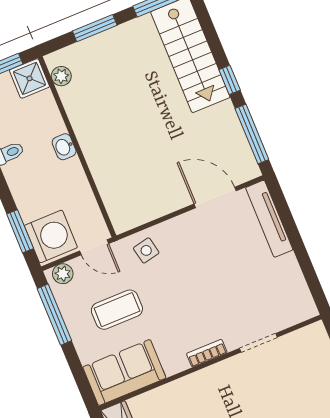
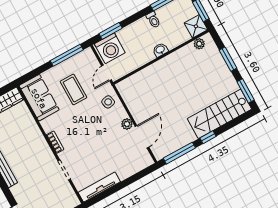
tv unit: (269, 219) -> (99, 187), moved
plant: (63, 274) -> (127, 124), moved

